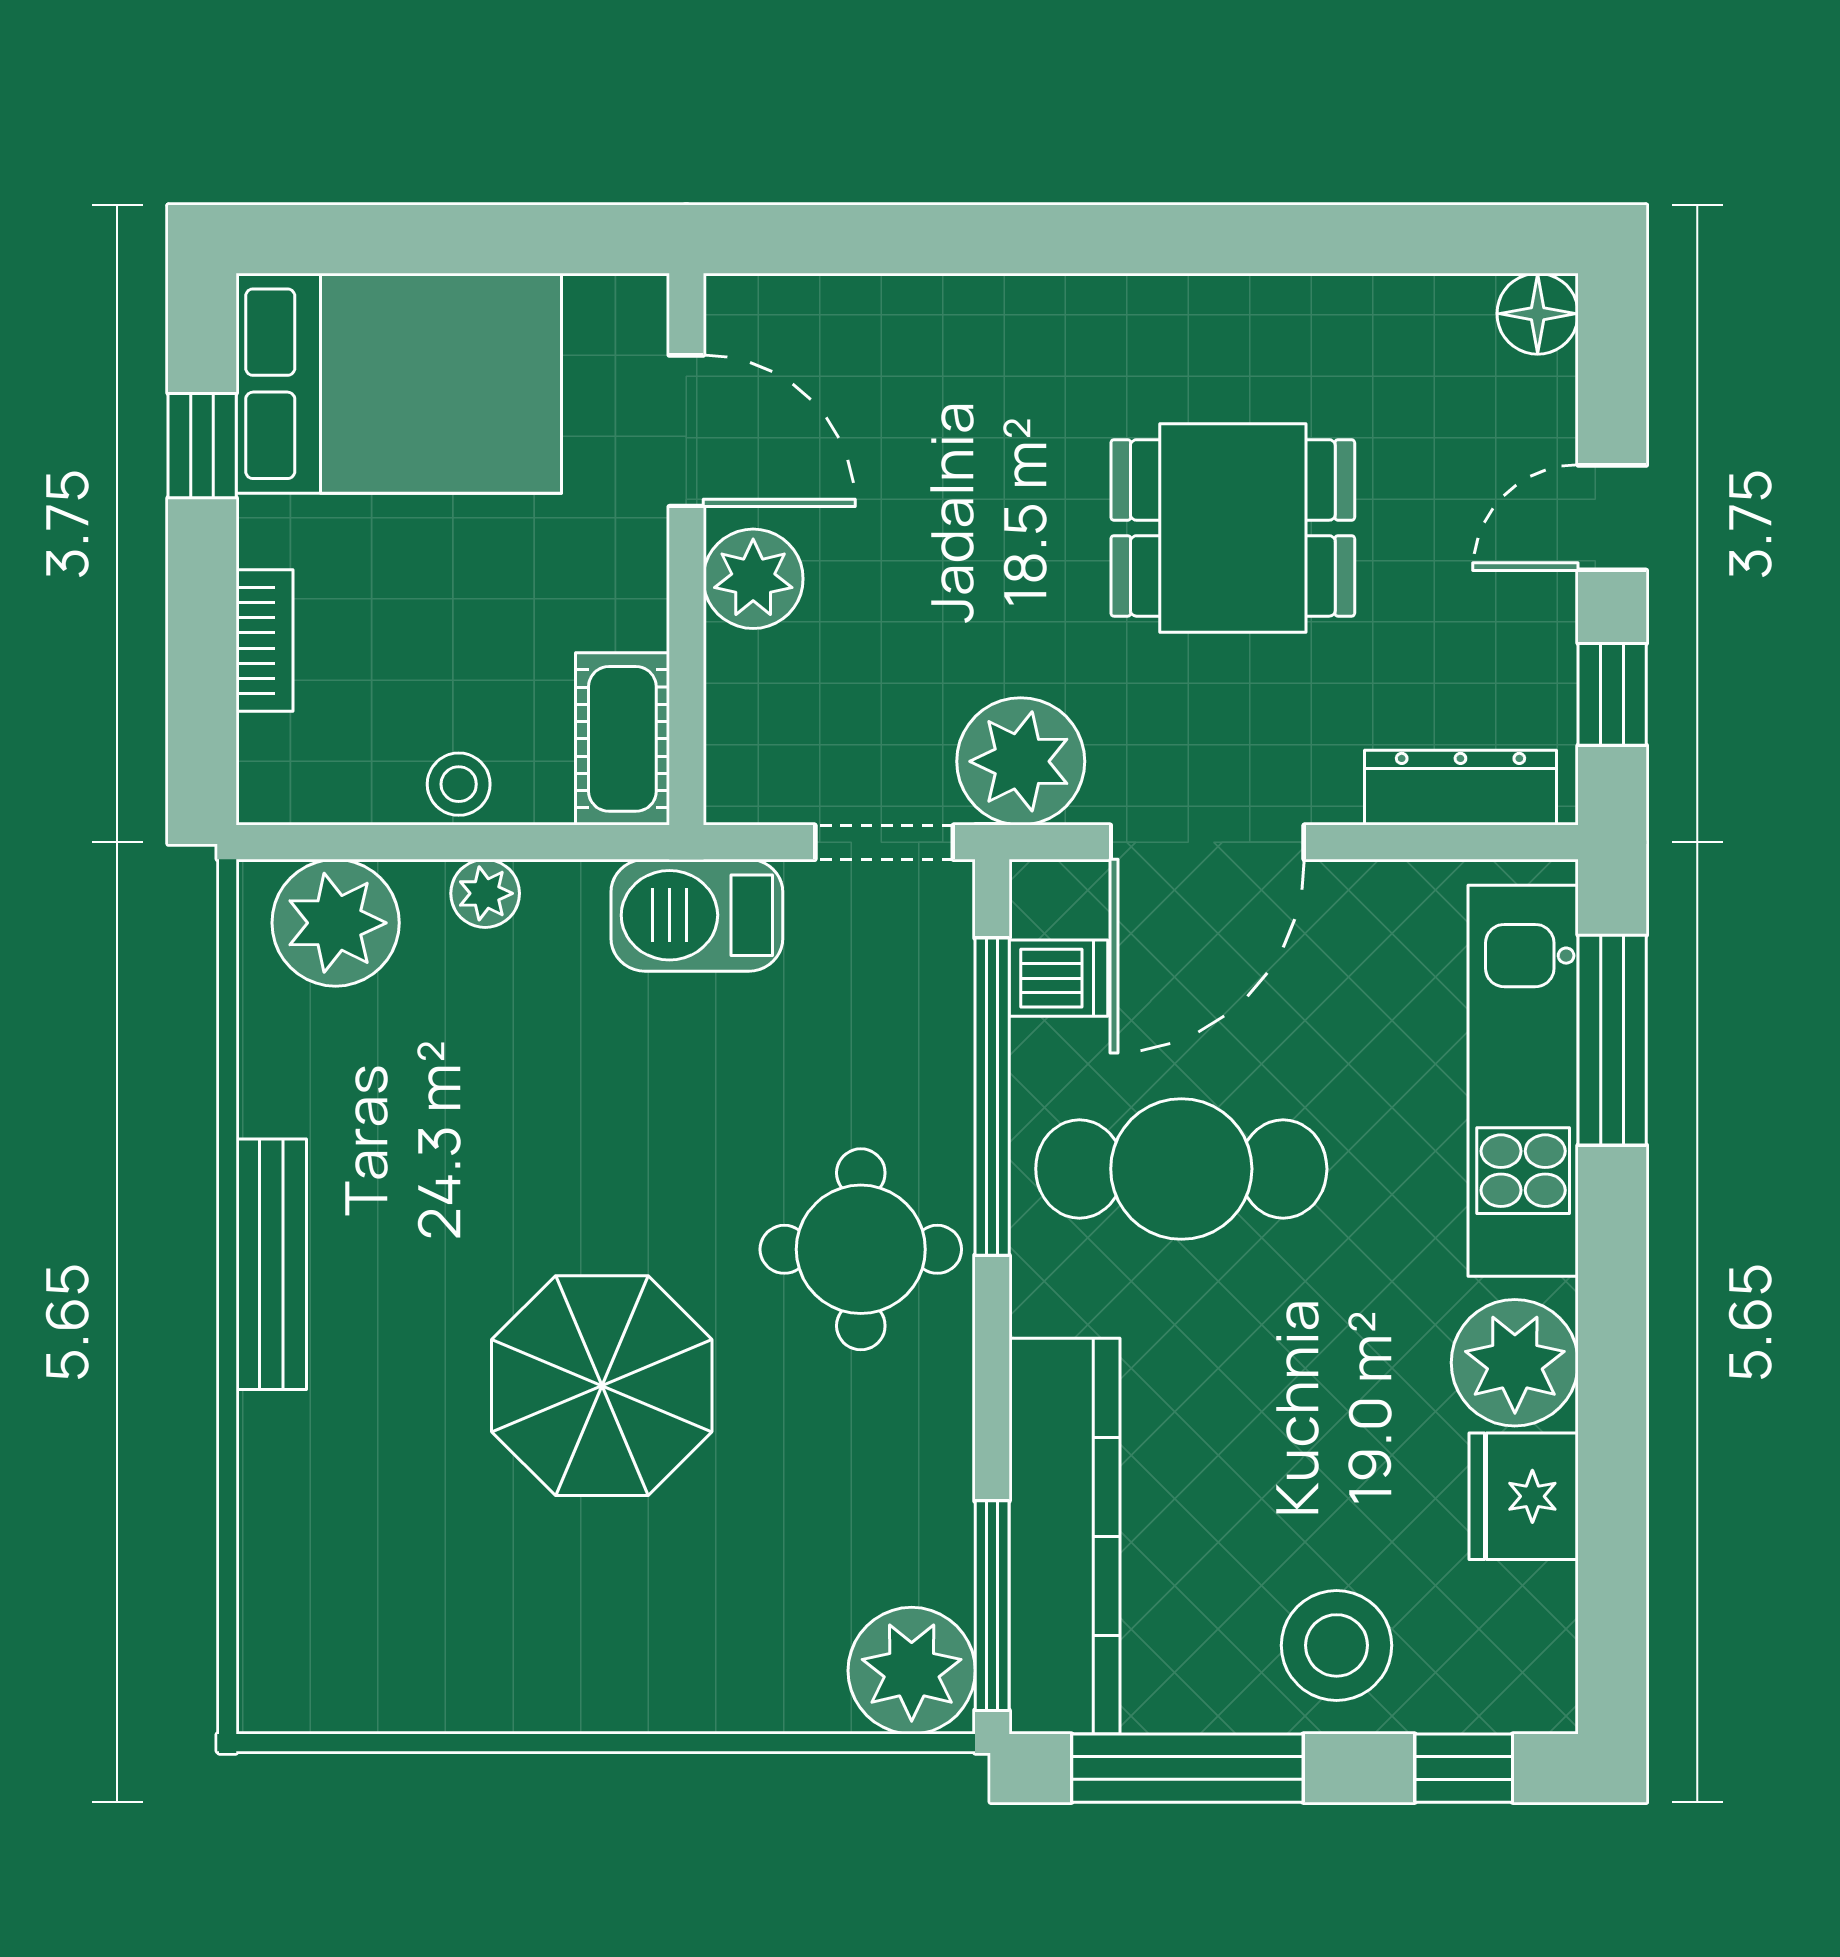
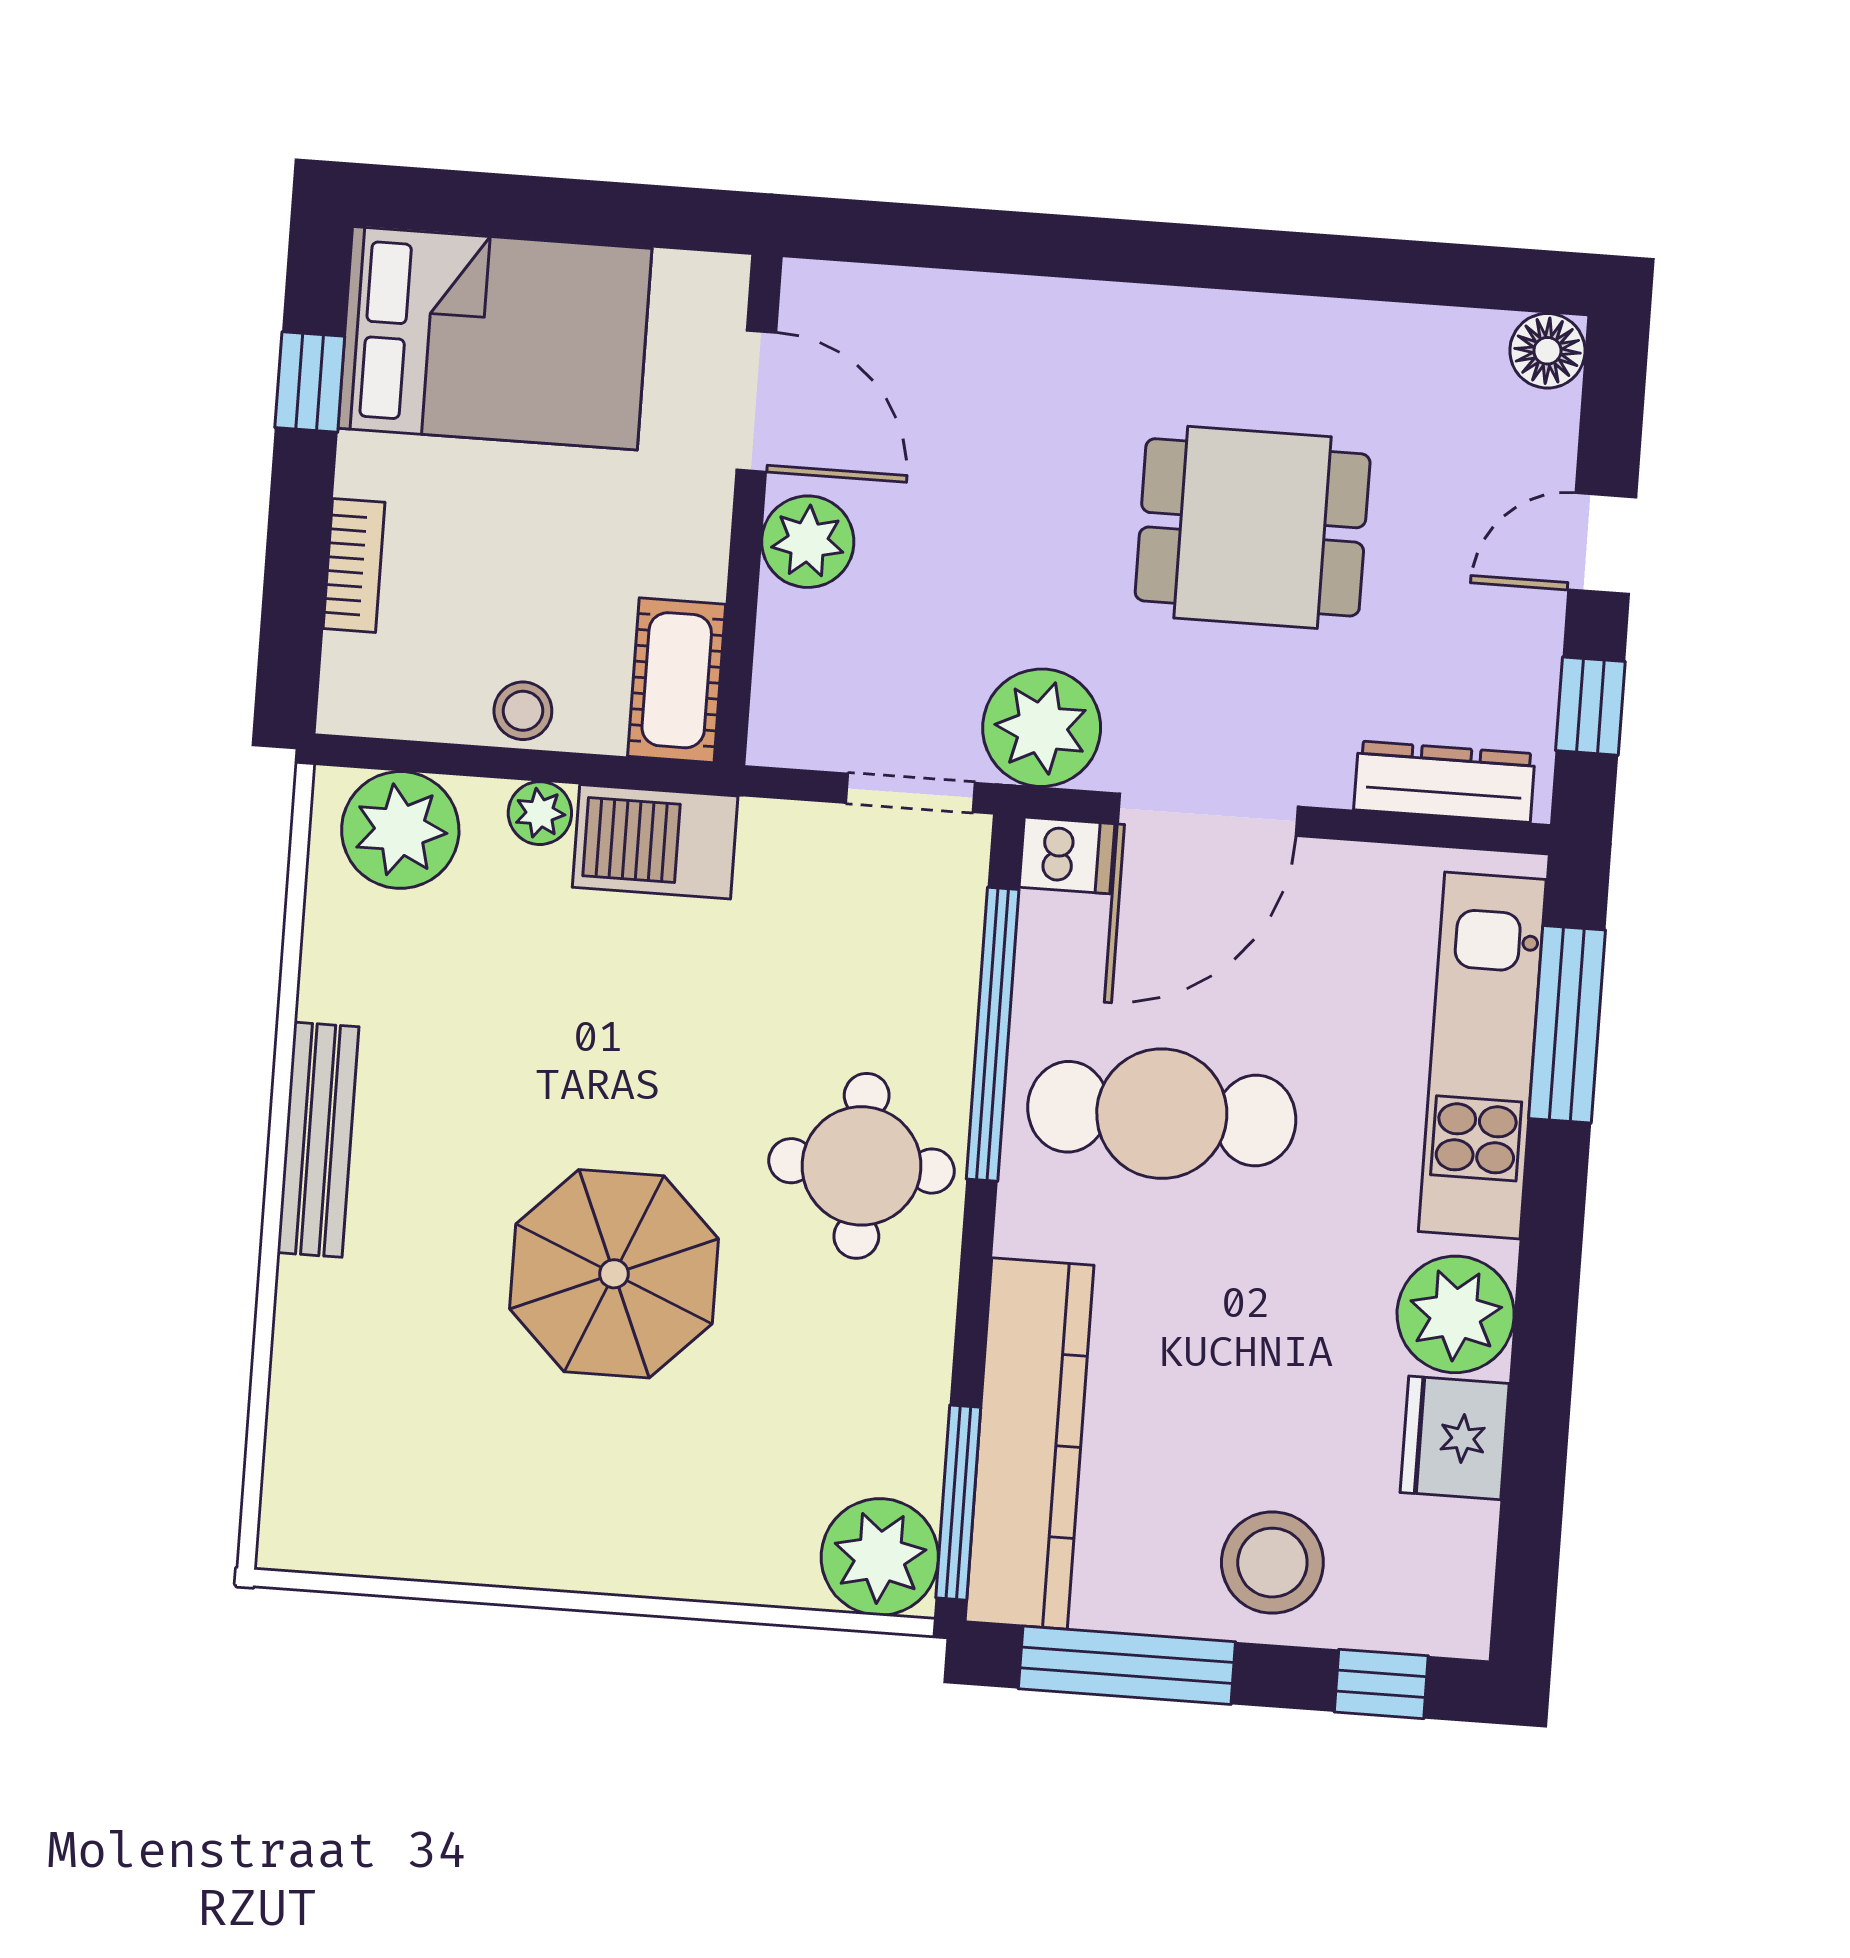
barbecue: (697, 915) -> (655, 842), moved
dishwasher: (1058, 978) -> (1067, 855), moved

